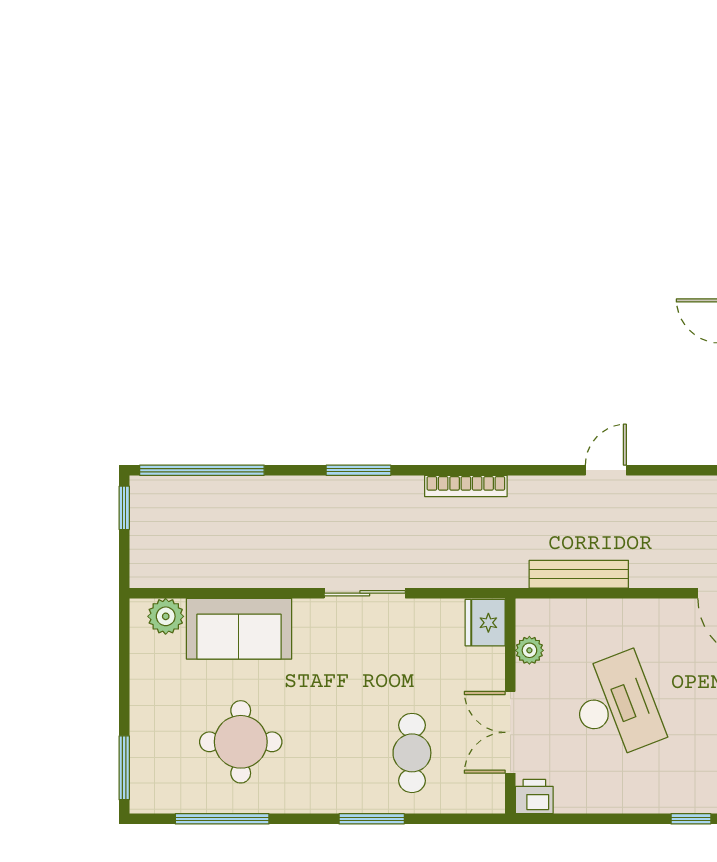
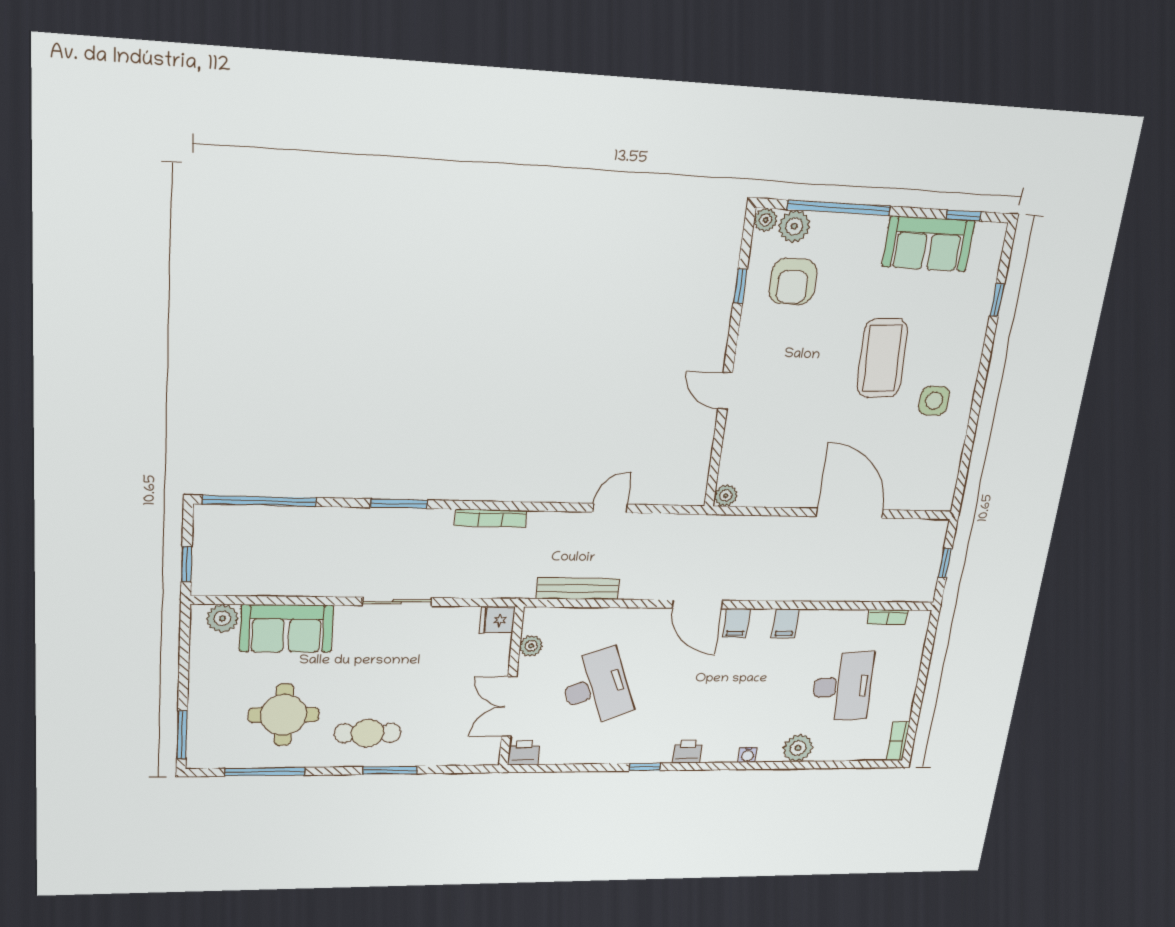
window: (124, 508) -> (187, 564), moved
fridge: (485, 623) -> (497, 620), width x0.72
cafe table: (412, 753) -> (367, 733), moved, turned 90

